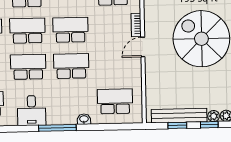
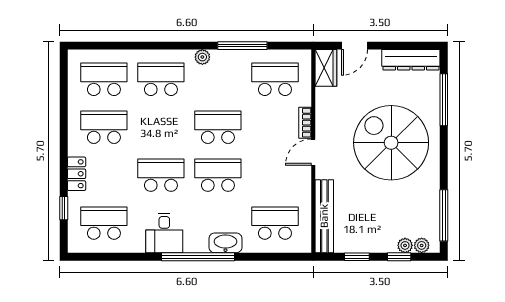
school desk: (27, 31) -> (161, 127), removed
bench: (179, 116) -> (324, 216), moved, turned 90
washbasin: (84, 119) -> (225, 243), width x1.91, depth x1.45
window: (57, 128) -> (198, 257), width x1.46

